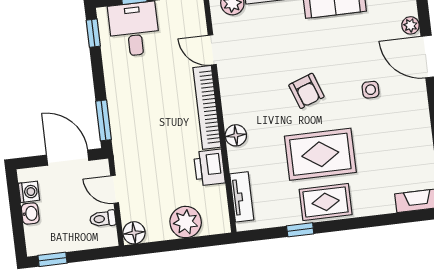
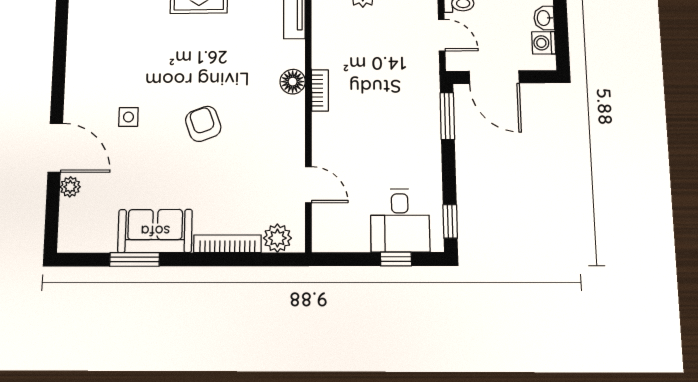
bookcase: (207, 107) -> (320, 90), width x0.43, depth x0.76
rug: (320, 154) -> (197, 50), removed
printer: (209, 168) -> (328, 48), removed

